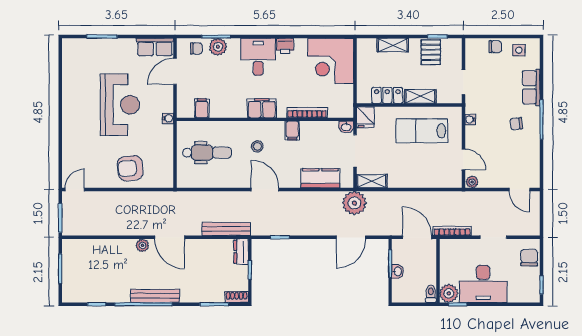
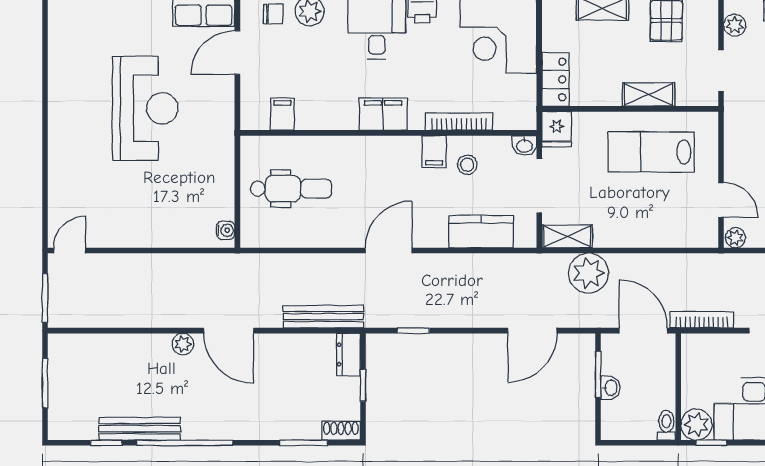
plant: (472, 55) -> (735, 25), added
locker: (387, 95) -> (556, 79), moved, turned 90
water cooler: (168, 118) -> (226, 230), moved
water cooler: (470, 119) -> (732, 133), removed
stool: (257, 146) -> (467, 165), moved
armchair: (130, 168) -> (162, 215), removed
door: (265, 190) -> (389, 250), hinge flipped
plant: (354, 203) -> (589, 273), moved
bench: (155, 296) -> (140, 429), moved

